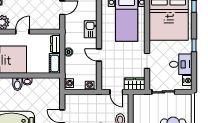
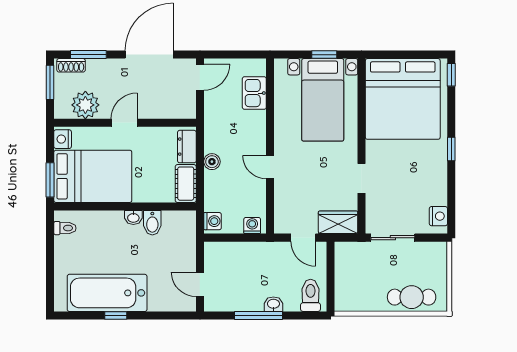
kitchen sink: (91, 29) -> (254, 93), moved
desk: (181, 64) -> (426, 185), removed
bidet: (17, 84) -> (152, 223), moved

